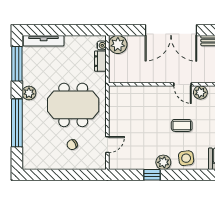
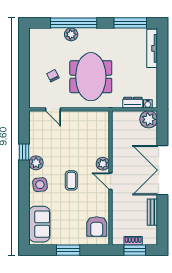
door: (182, 84) -> (111, 181), hinge flipped
plant: (200, 92) -> (103, 164), moved
plant: (29, 93) -> (71, 34), moved

